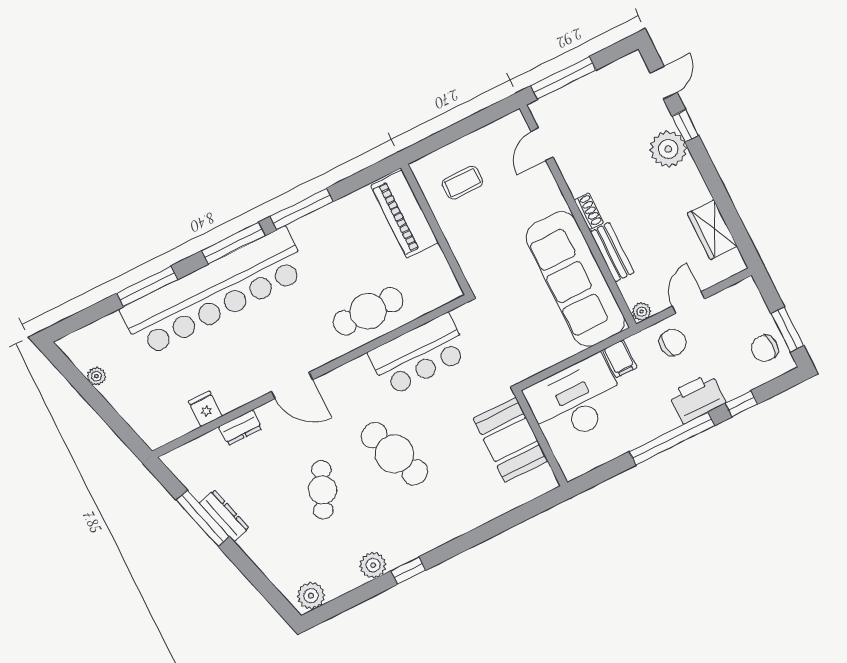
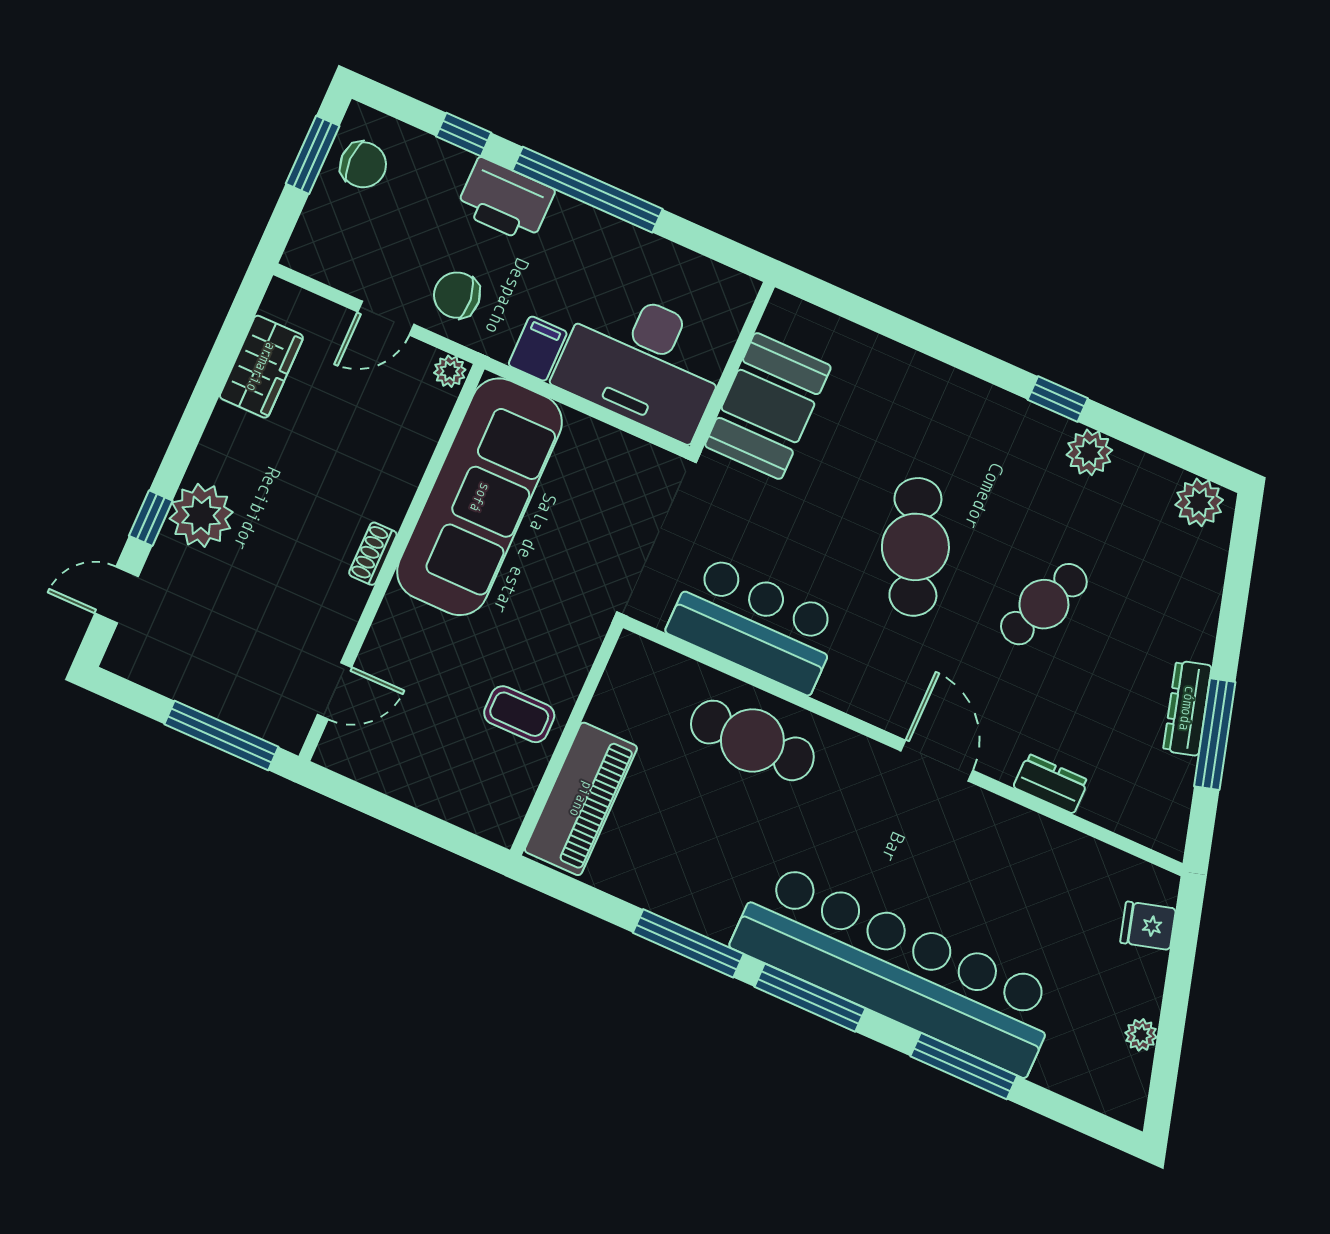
coffee table: (462, 183) -> (519, 714), moved
bench: (612, 252) -> (402, 477), removed
fridge: (205, 409) -> (1148, 926), moved, turned 74

